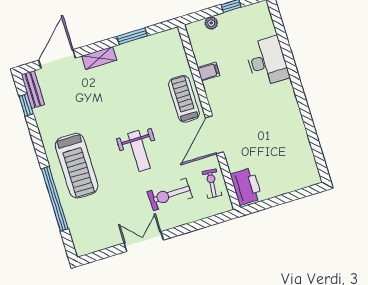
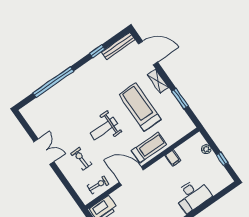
bench: (33, 90) -> (118, 46), width x1.36
window: (26, 105) -> (97, 51), moved
treadmill: (77, 166) -> (140, 107), moved, turned 90
exercise bike: (170, 195) -> (81, 159), width x0.73, depth x0.72

